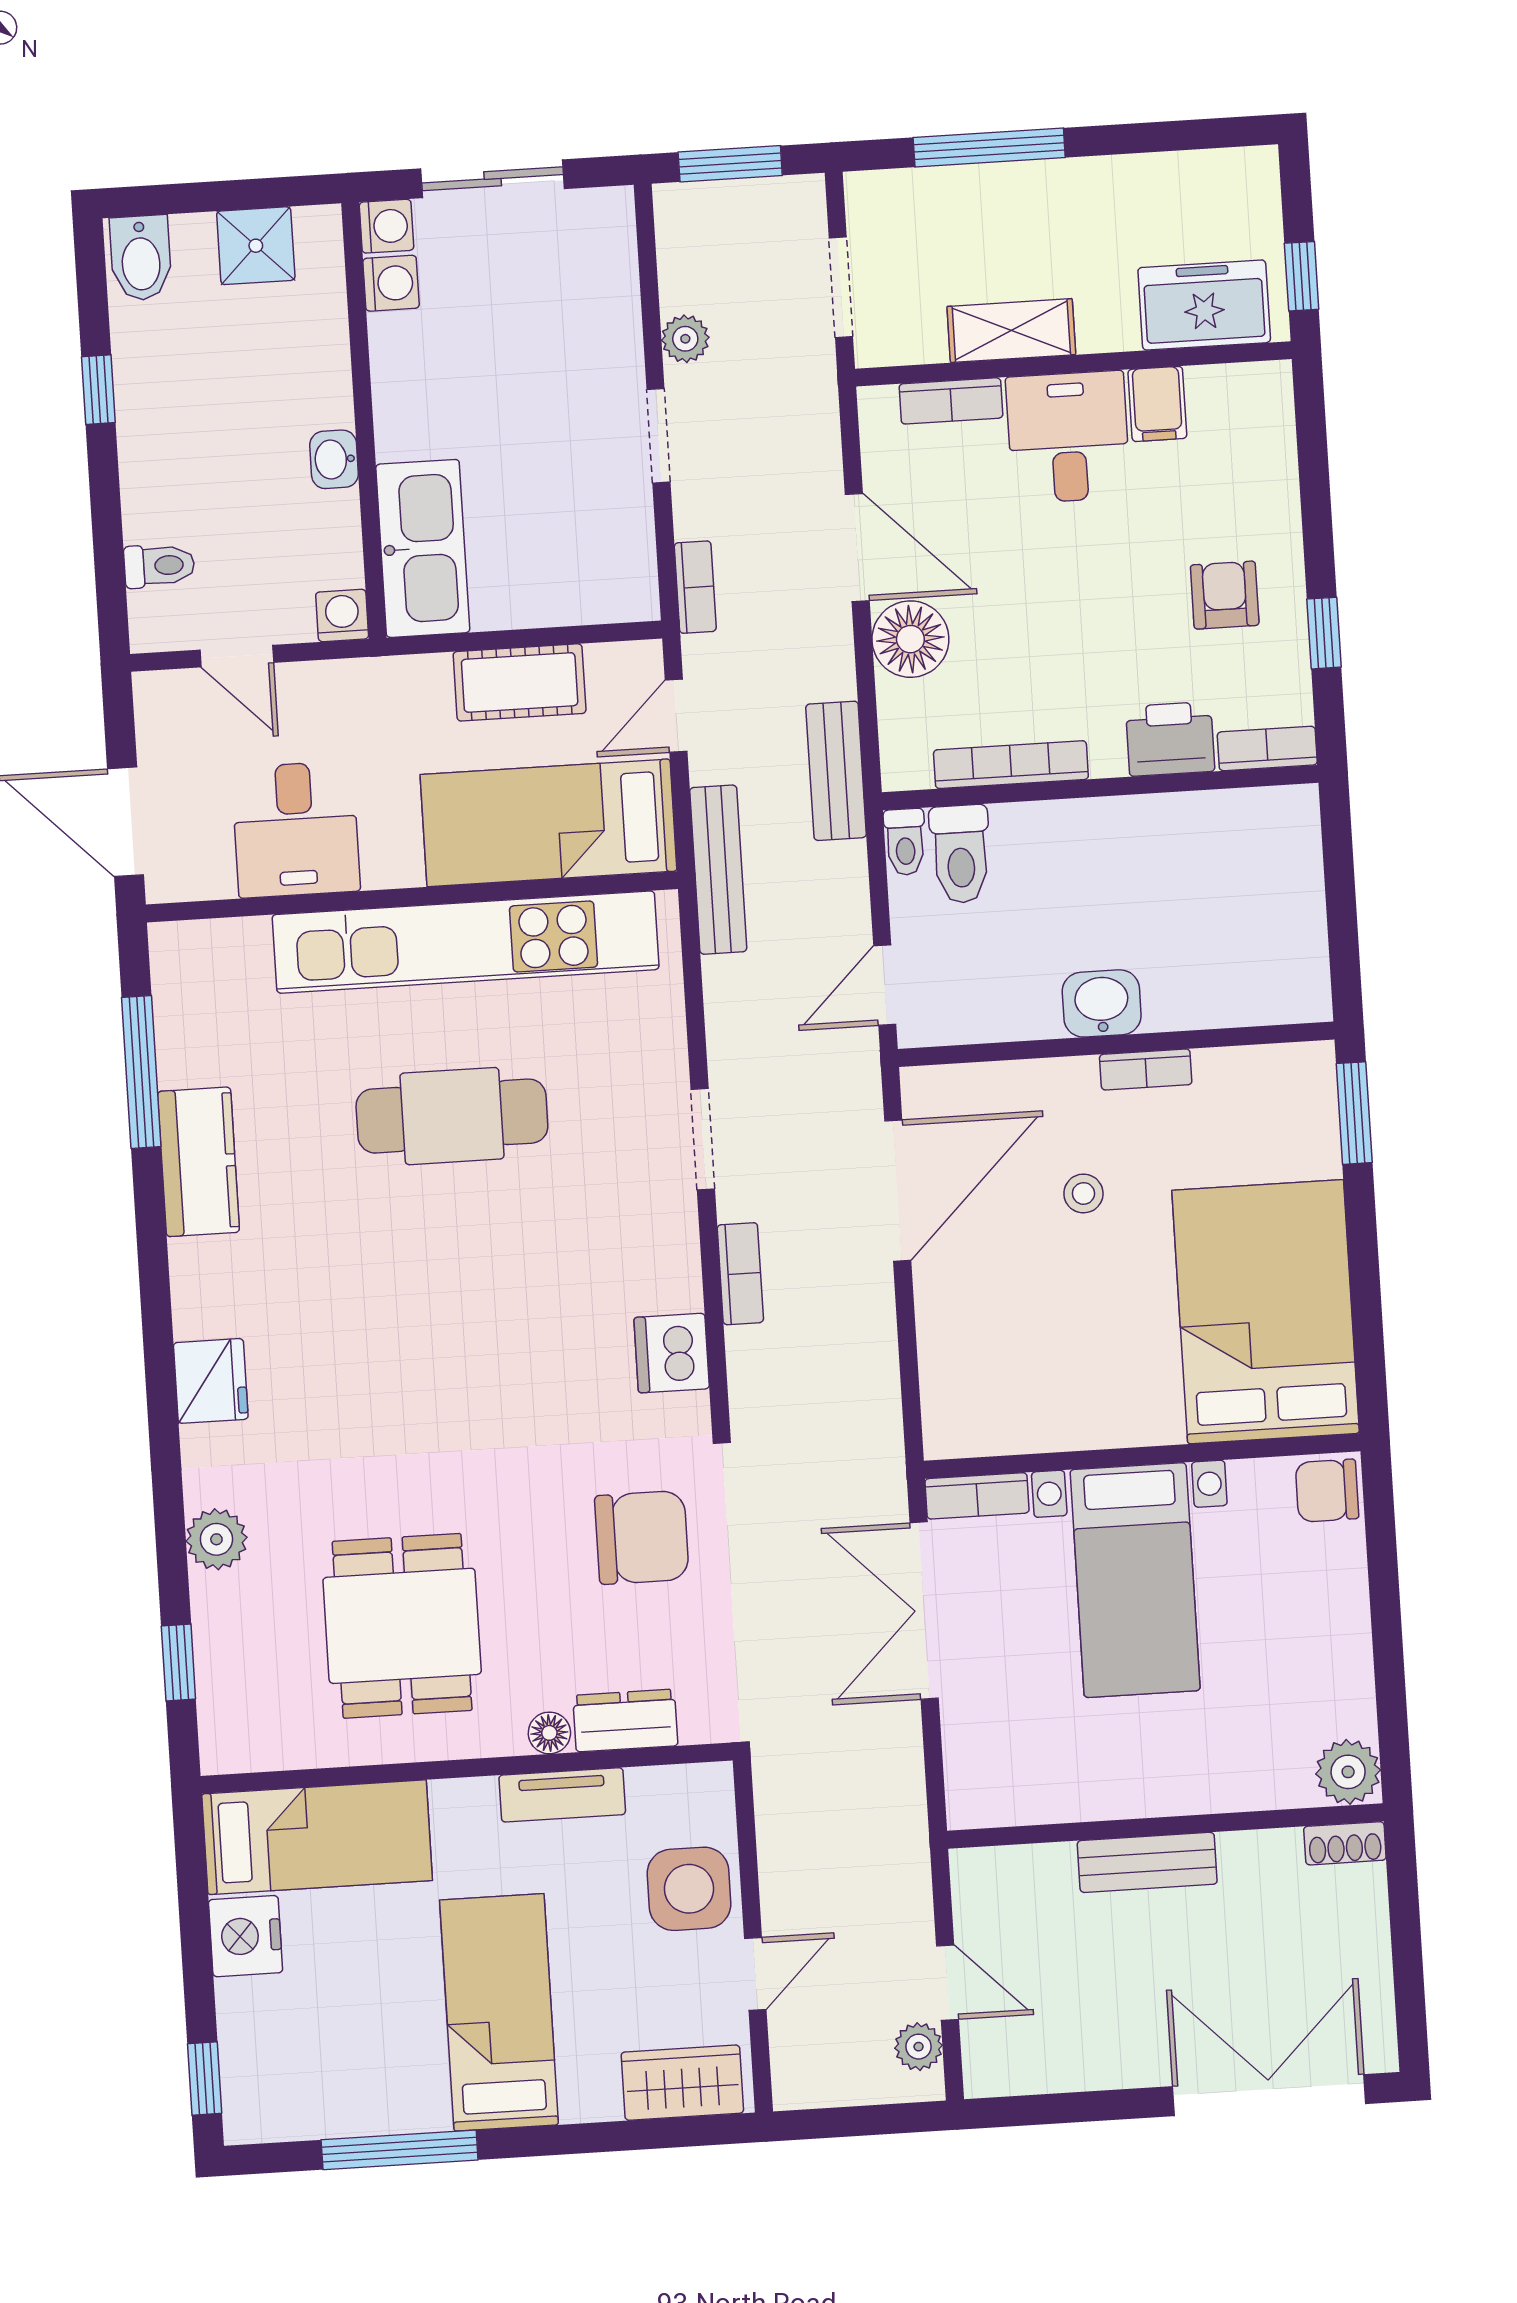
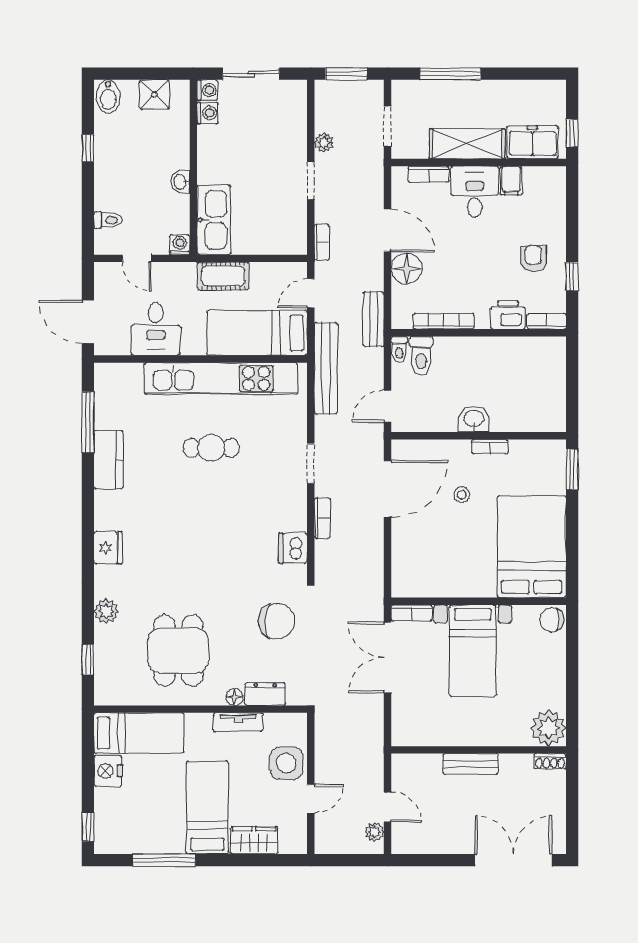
shelving: (1011, 331) -> (467, 144), width x1.50, depth x1.33
cot: (520, 682) -> (223, 276), moved
bench: (718, 870) -> (326, 368), width x1.37, depth x1.21
cafe table: (452, 1116) -> (211, 448), width x0.73, depth x0.74
plant: (1348, 1772) -> (548, 728), width x1.36, depth x1.36
wardrobe: (682, 2083) -> (254, 840), moved

